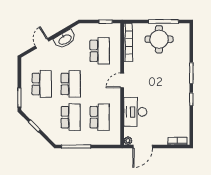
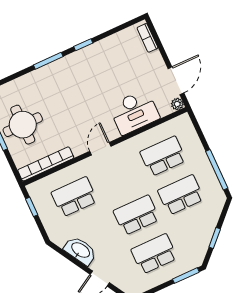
door: (122, 80) -> (100, 149), swing flipped
door: (143, 147) -> (176, 81), hinge flipped

